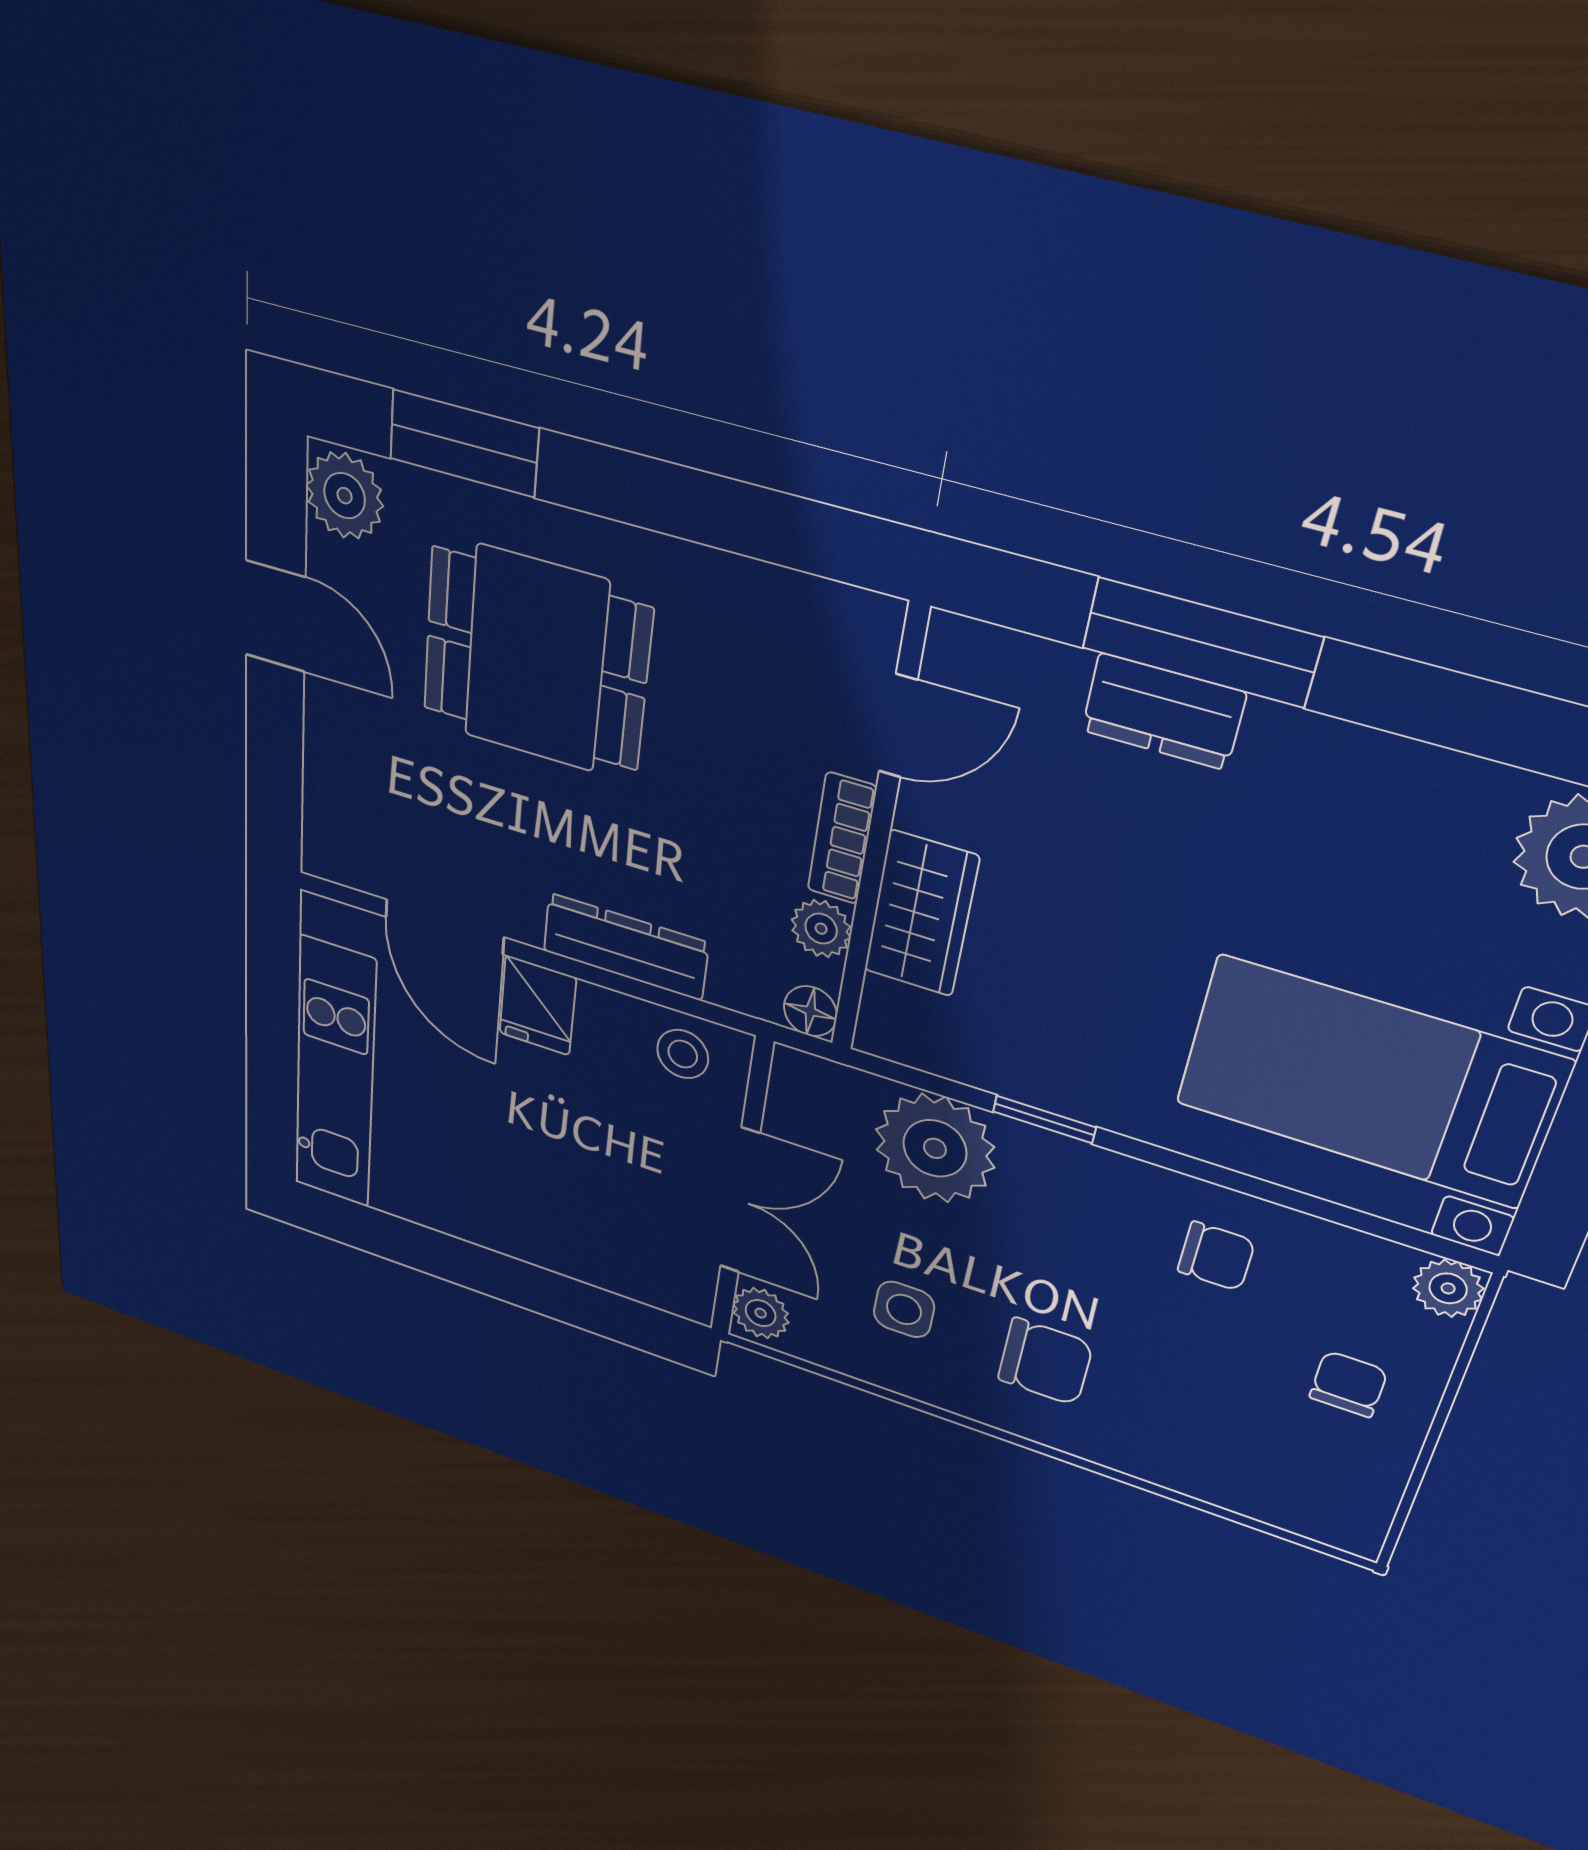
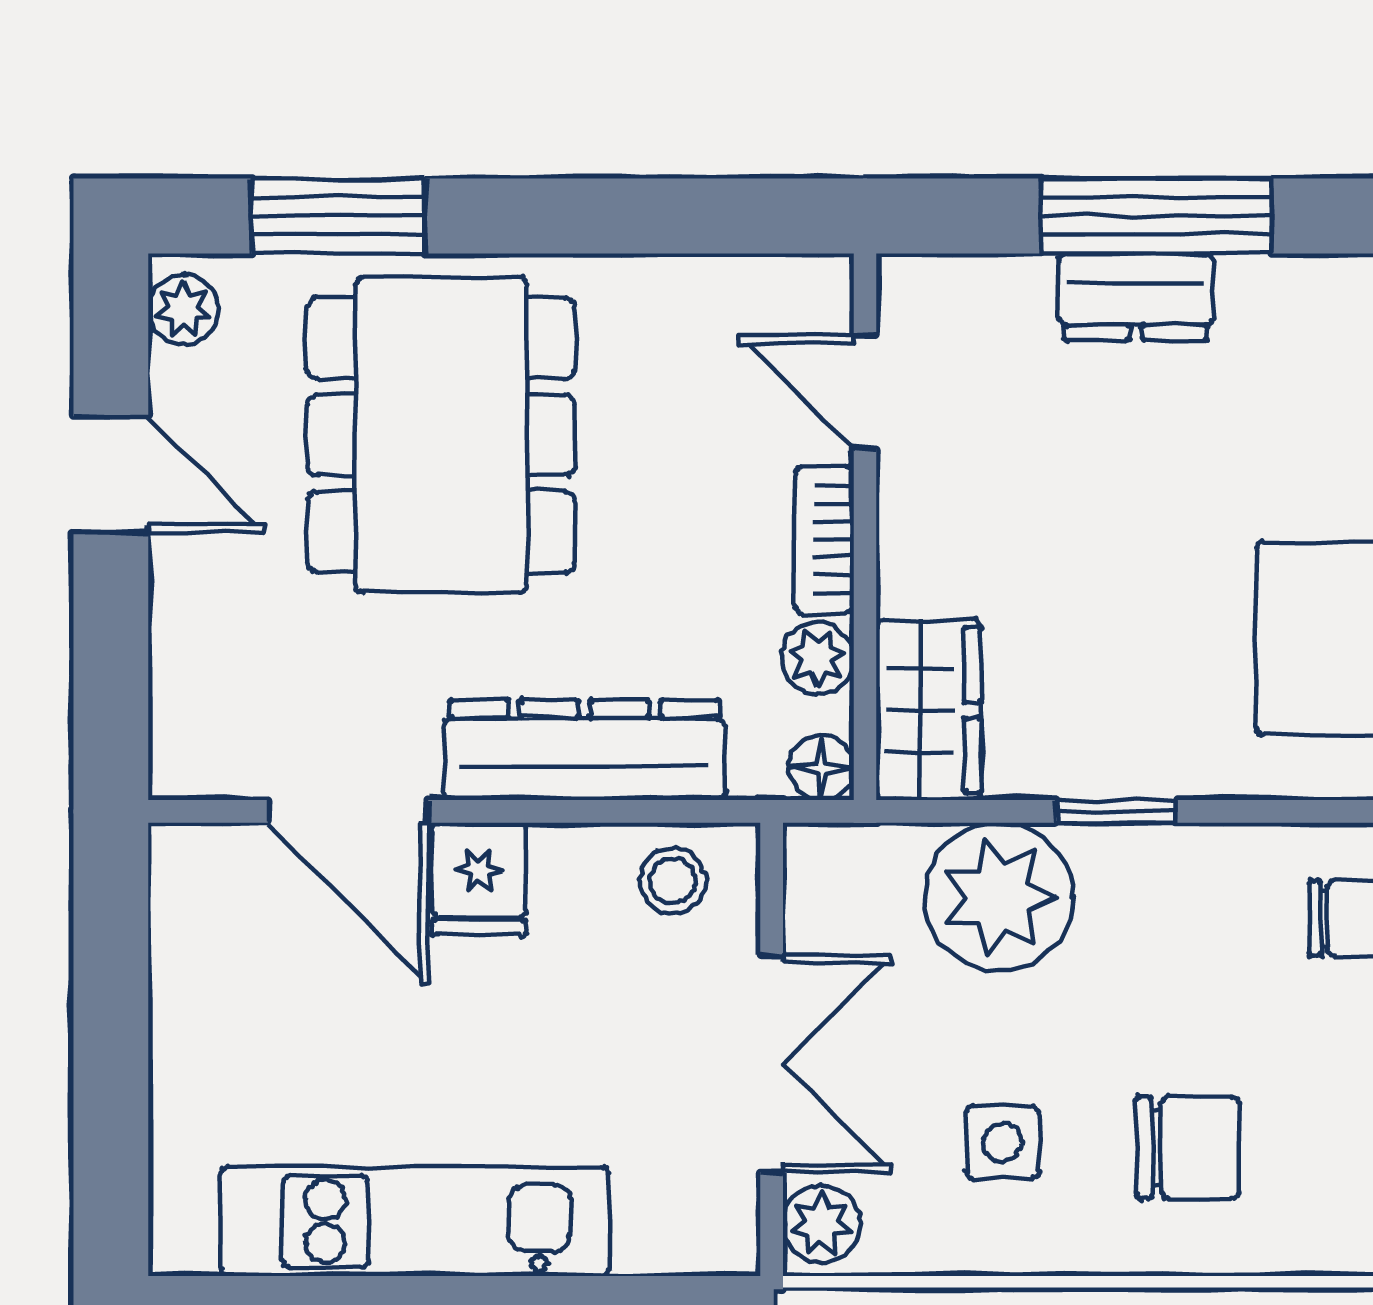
plant: (345, 496) -> (183, 309), width x0.73, depth x0.73
dining table: (536, 659) -> (441, 435), width x1.38
door: (898, 726) -> (865, 392), swing flipped
wardrobe: (921, 914) -> (929, 710), moved
dresser: (625, 947) -> (584, 750), width x1.37, depth x1.24
kitchen unit: (335, 1075) -> (415, 1221), moved, turned -90

